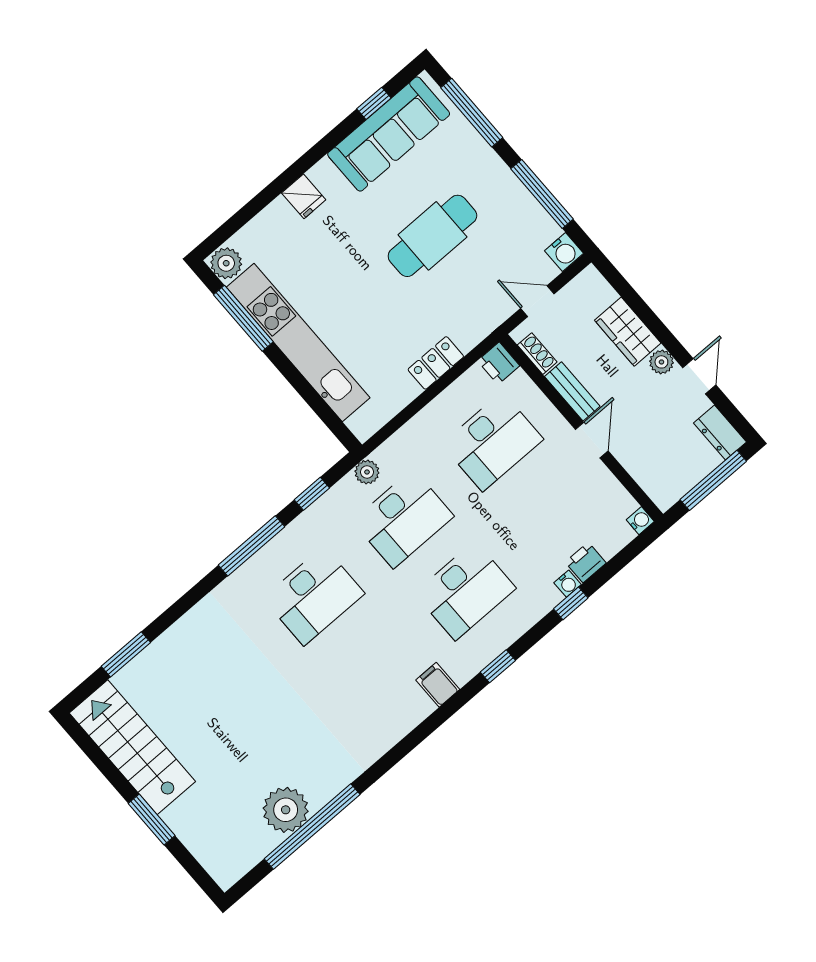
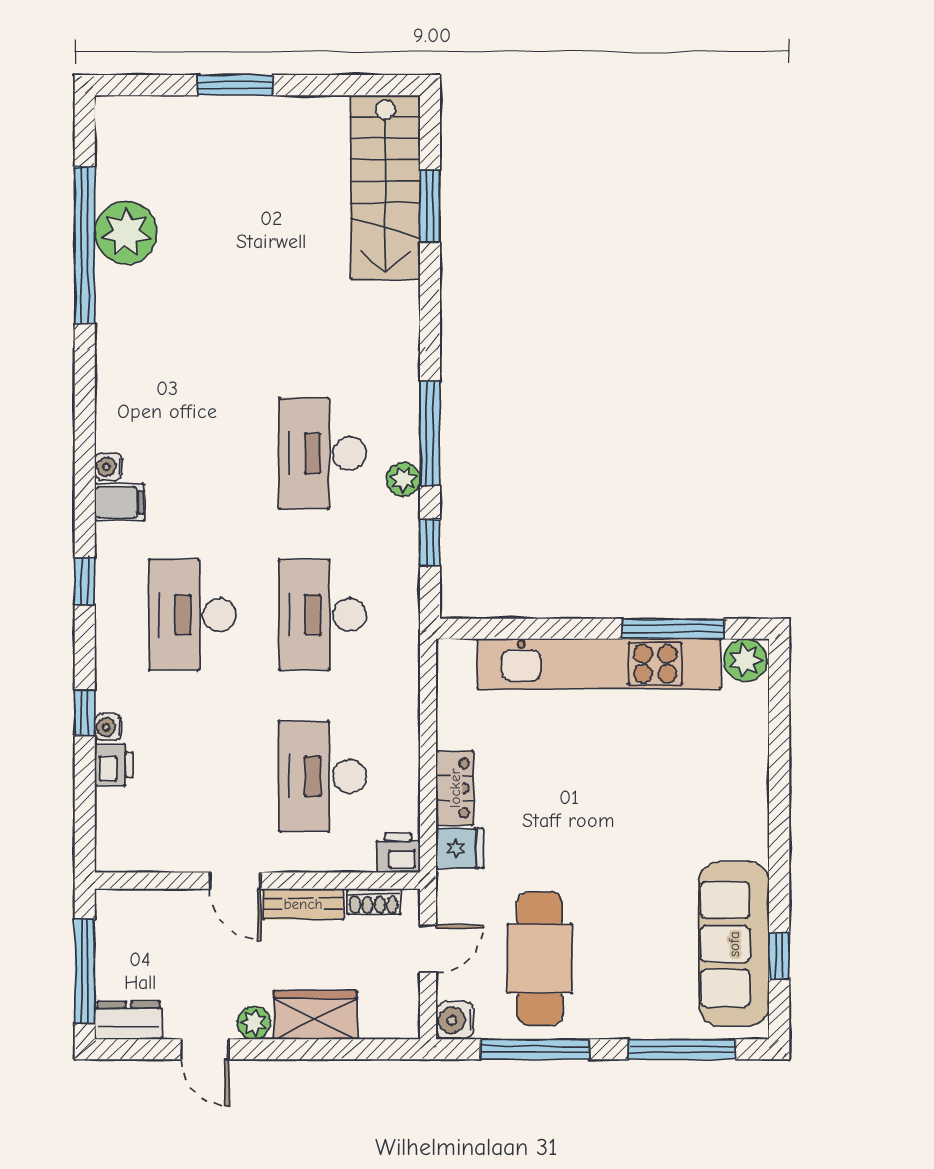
fridge: (304, 196) -> (460, 848), moved, turned 180
cafe table: (432, 236) -> (540, 959), moved
plant: (367, 472) -> (403, 479), moved
water cooler: (640, 521) -> (108, 467), moved, turned 90
stairs: (132, 747) -> (385, 187), moved, turned 90

